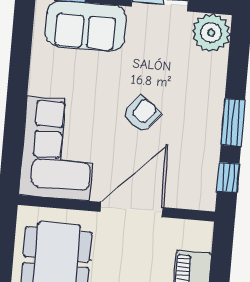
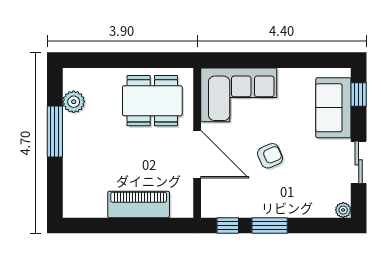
plant: (211, 33) -> (343, 210), width x0.53, depth x0.53
armchair: (142, 114) -> (270, 156), turned -61

